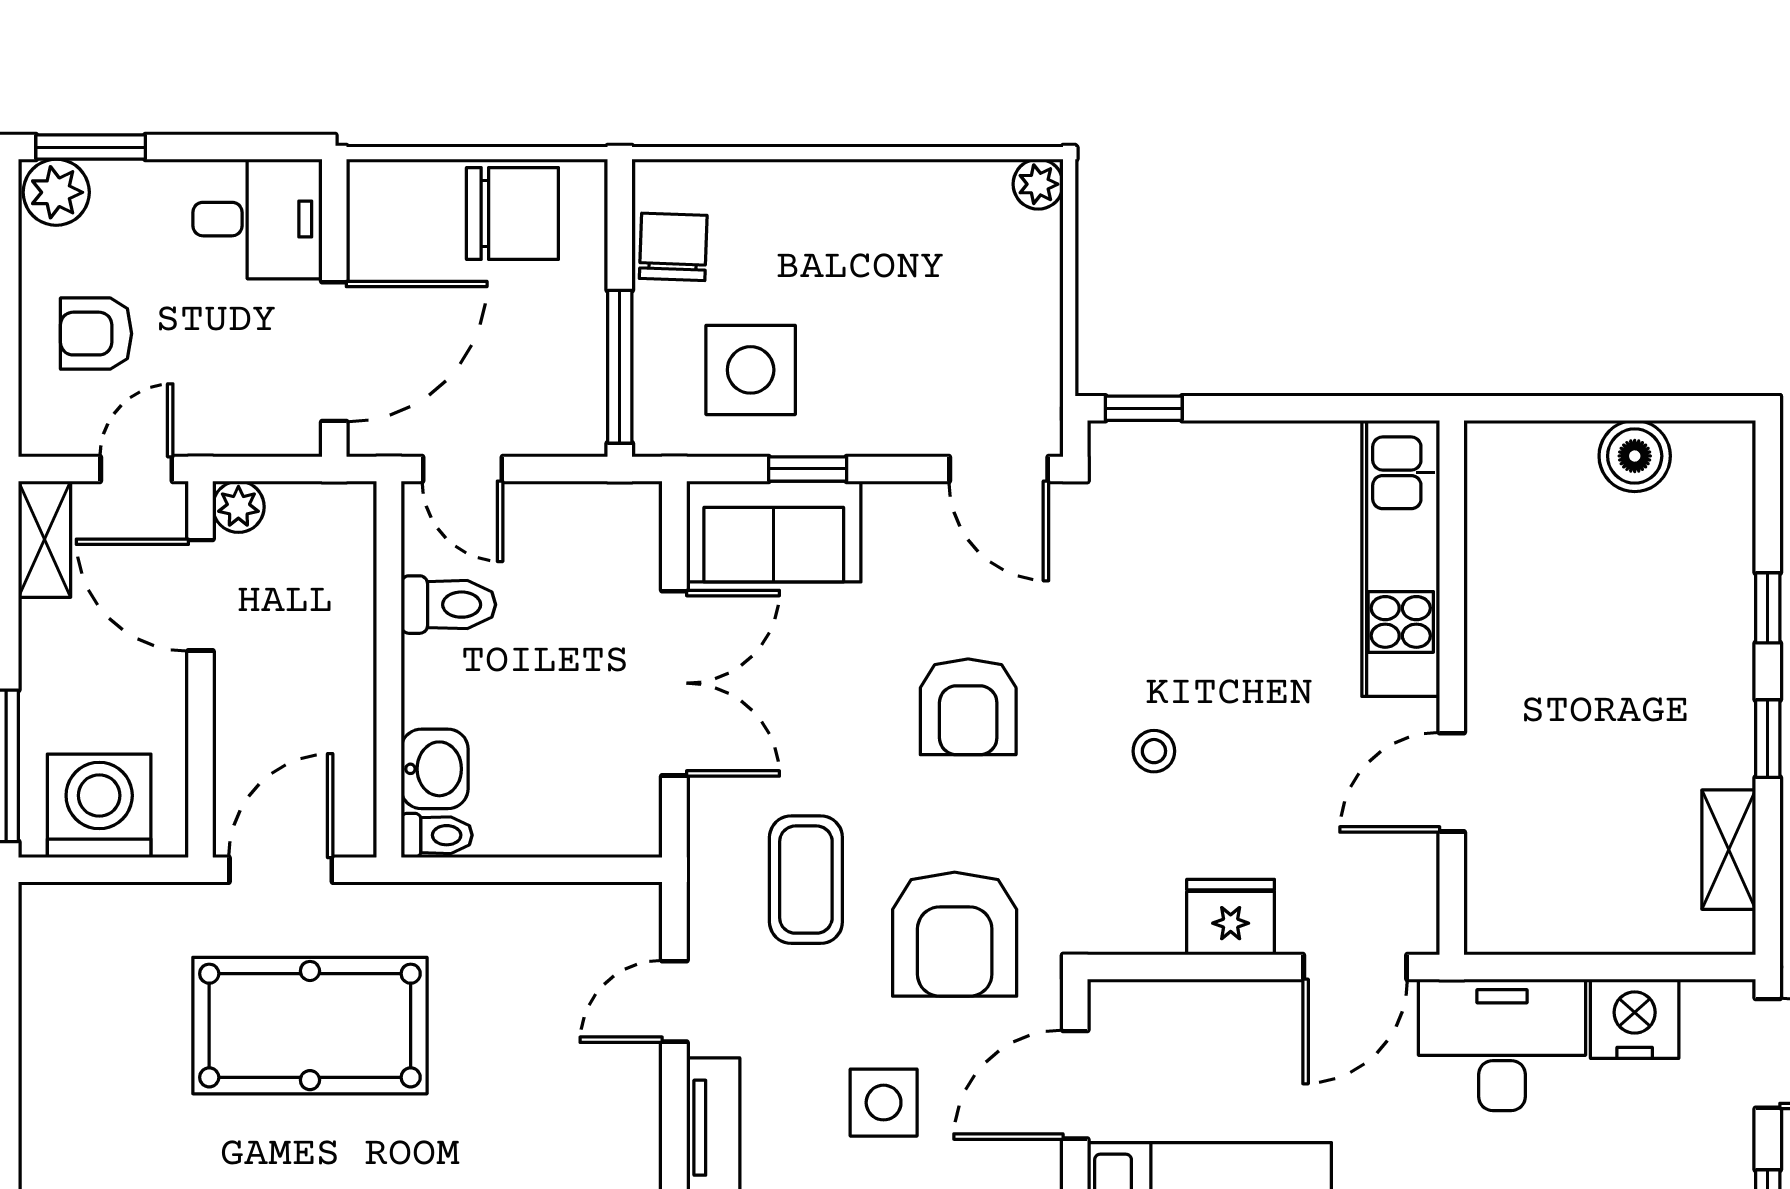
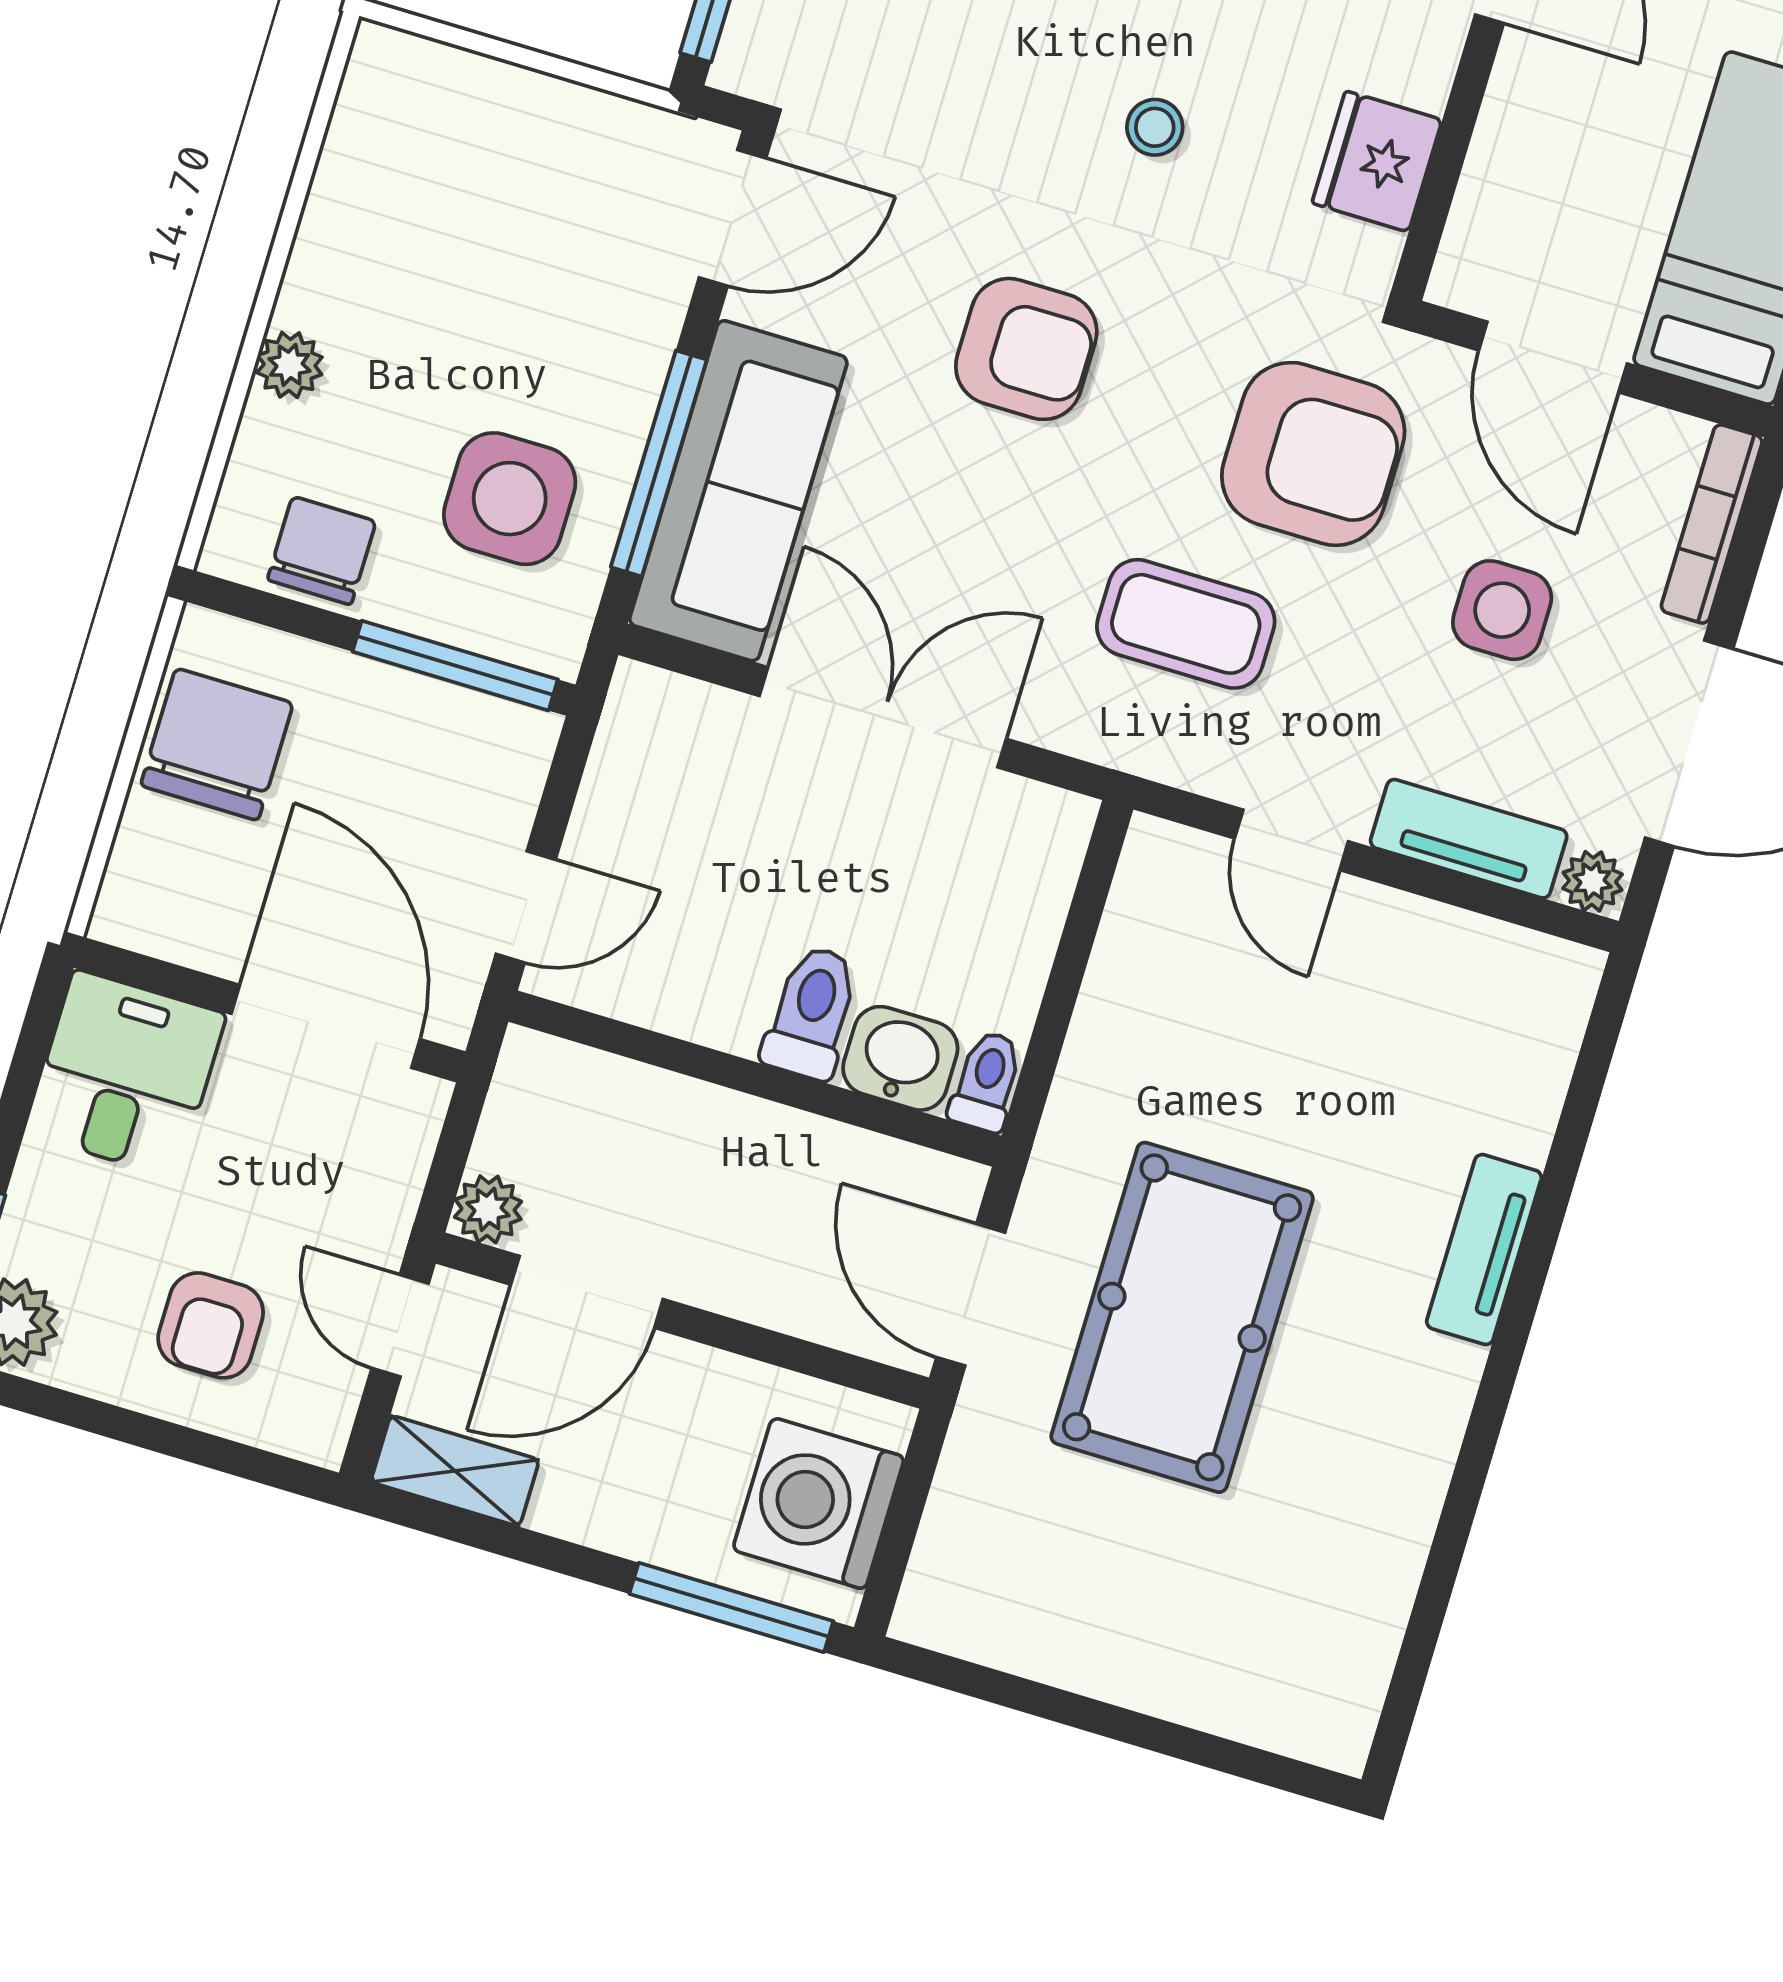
plant: (1038, 184) -> (290, 365), moved
chair: (673, 247) -> (322, 551), turned 88
window: (808, 469) -> (659, 463), width x2.17
sofa: (774, 532) -> (738, 491), width x1.36
toilet: (448, 605) -> (811, 1012), moved
fridge: (1231, 917) -> (1377, 161), moved

